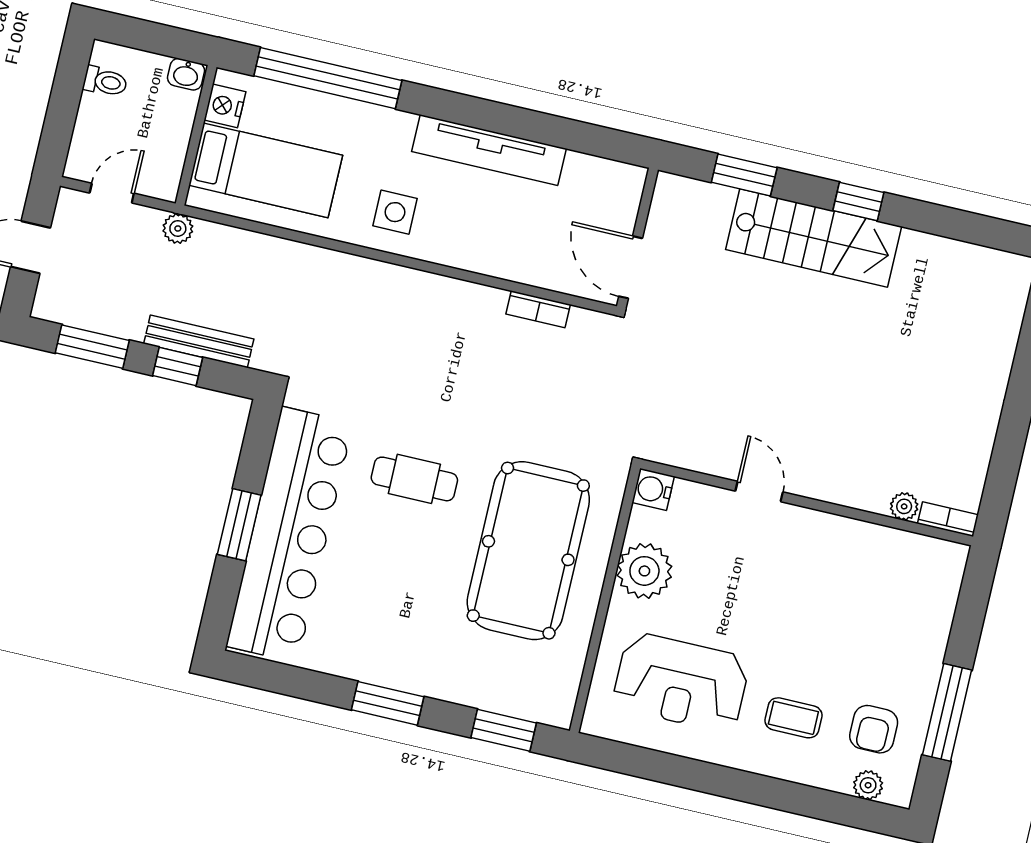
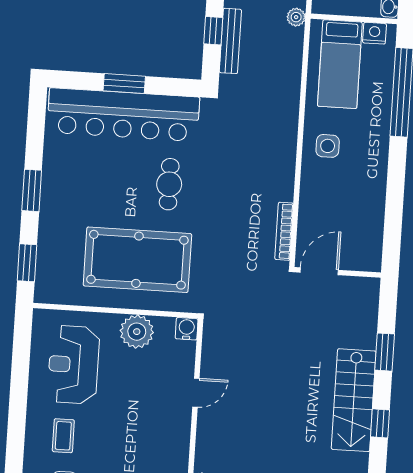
tv unit: (489, 150) -> (374, 196), removed
wall: (637, 238) -> (338, 272), moved
door: (631, 267) -> (319, 271), moved
bookcase: (538, 309) -> (284, 231), width x1.56

